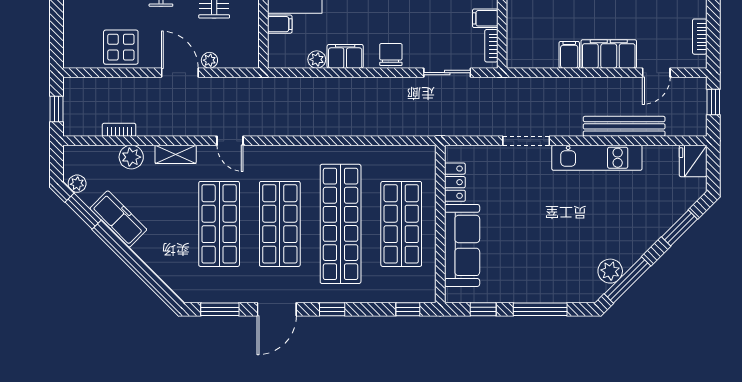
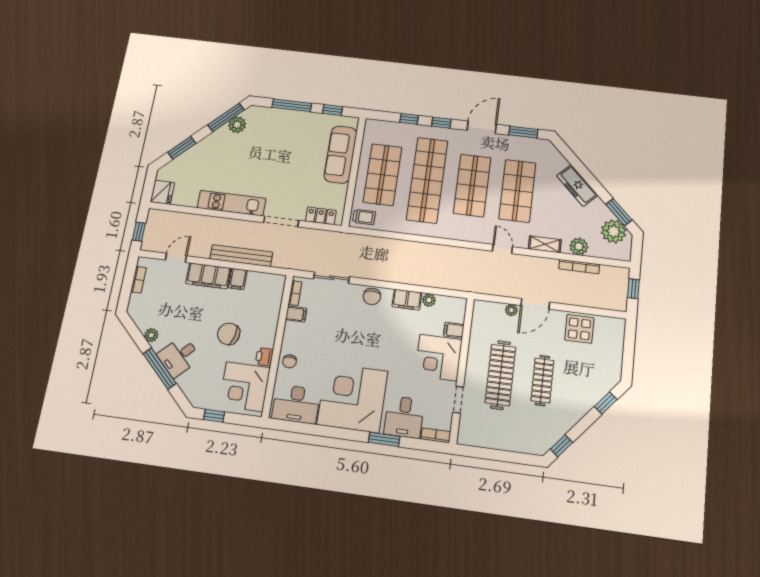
door: (180, 73) -> (535, 304), hinge flipped
bench: (624, 126) -> (241, 256), moved
bookcase: (119, 130) -> (579, 267), width x1.56
trolley: (417, 161) -> (364, 217), added
locker: (455, 182) -> (321, 216), moved, turned 90
plant: (77, 184) -> (614, 231), width x1.87, depth x1.87
freezer: (118, 219) -> (577, 185), moved
window: (408, 309) -> (409, 119), moved

